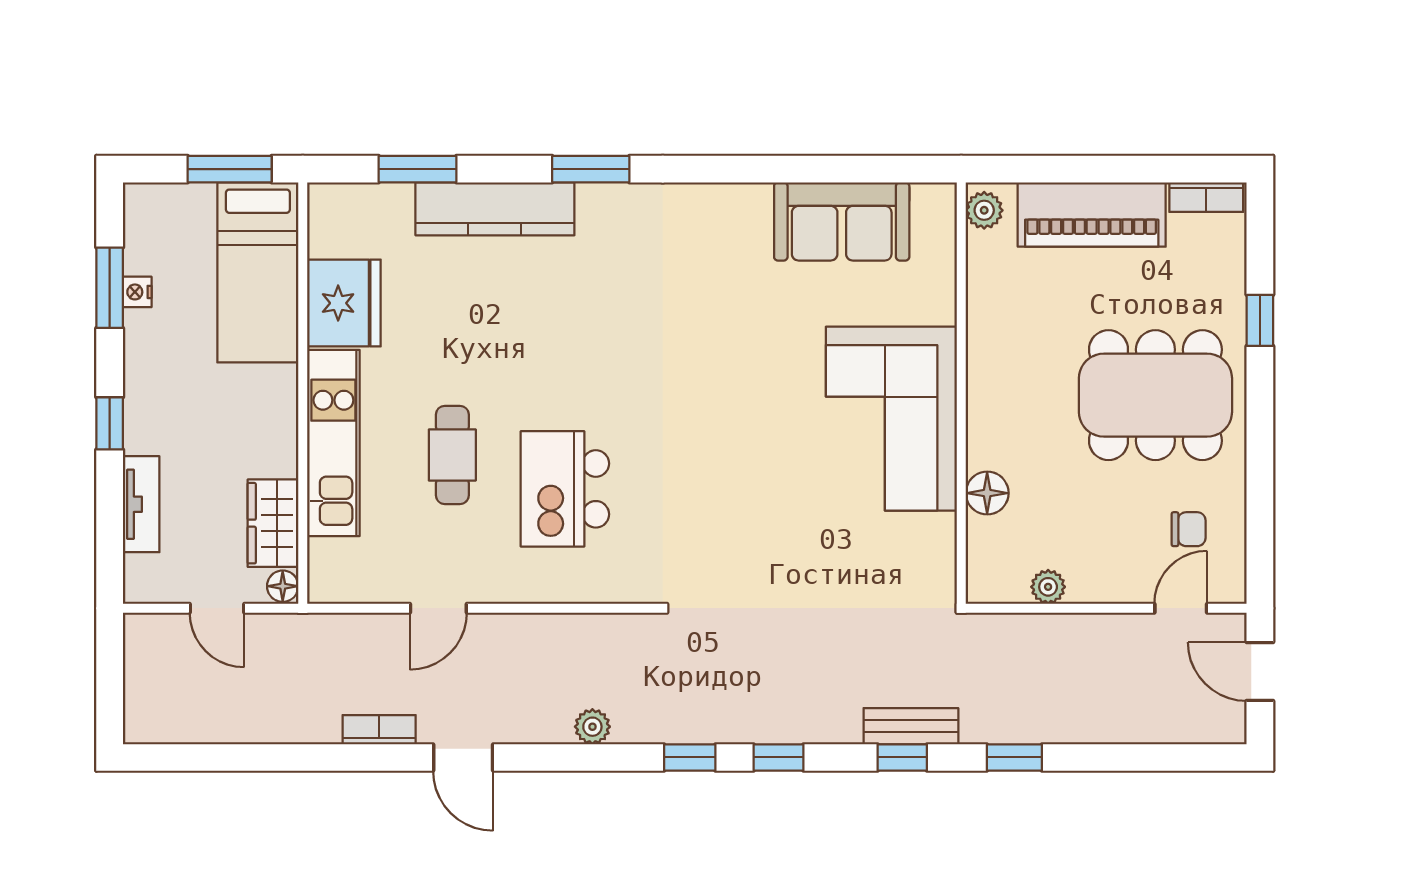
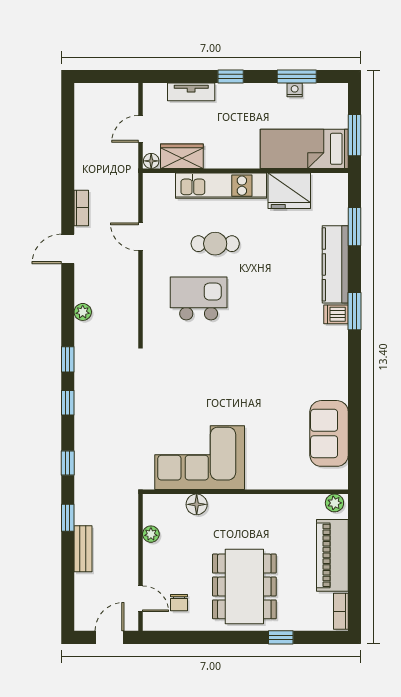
dishwasher: (597, 207) -> (336, 314), added
corner sofa: (891, 419) -> (200, 458), moved
bench: (911, 726) -> (83, 549), moved

